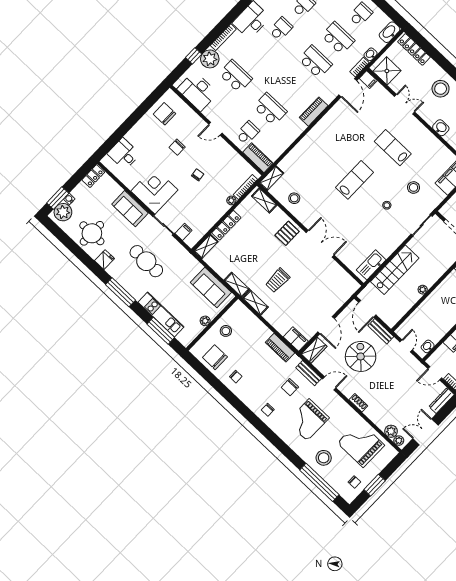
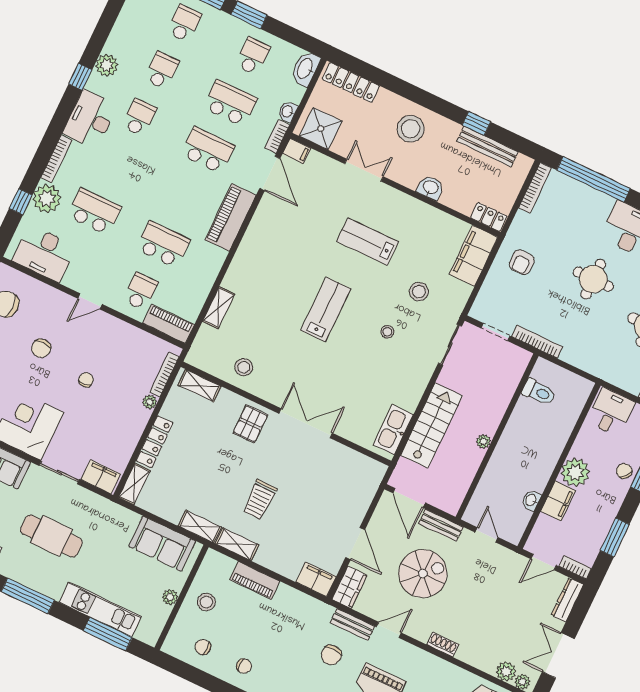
piano: (314, 112) -> (231, 217), width x1.37, depth x1.33
shelving: (271, 178) -> (219, 308), moved
filing cabinet: (184, 232) -> (101, 477), width x2.00
washbasin: (428, 346) -> (531, 500), moved
piano: (280, 348) -> (255, 580), moved
spiral stairs: (361, 356) -> (423, 574), turned 90
chair: (215, 357) -> (203, 647), width x0.54, depth x0.54

